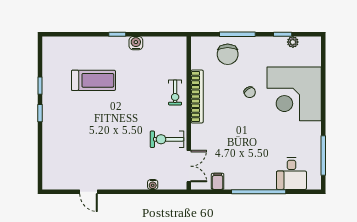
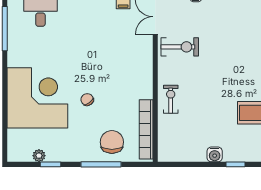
bookcase: (197, 96) -> (146, 129), moved

